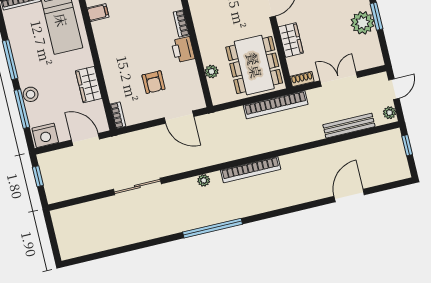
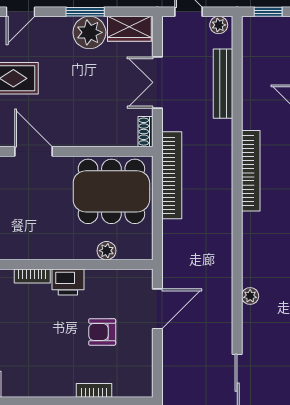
wardrobe: (291, 40) -> (129, 29), moved, turned 180
armchair: (154, 82) -> (102, 332), turned 180
bookcase: (118, 115) -> (94, 390), moved
bookcase: (251, 170) -> (251, 171), moved

